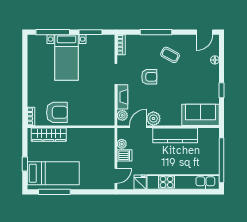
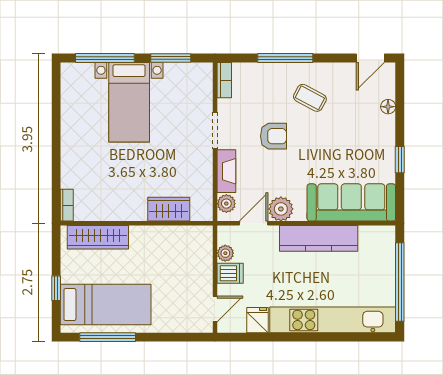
armchair: (57, 112) -> (112, 198), removed
sofa: (200, 115) -> (351, 202), width x1.36
wardrobe: (89, 119) -> (169, 209), added

